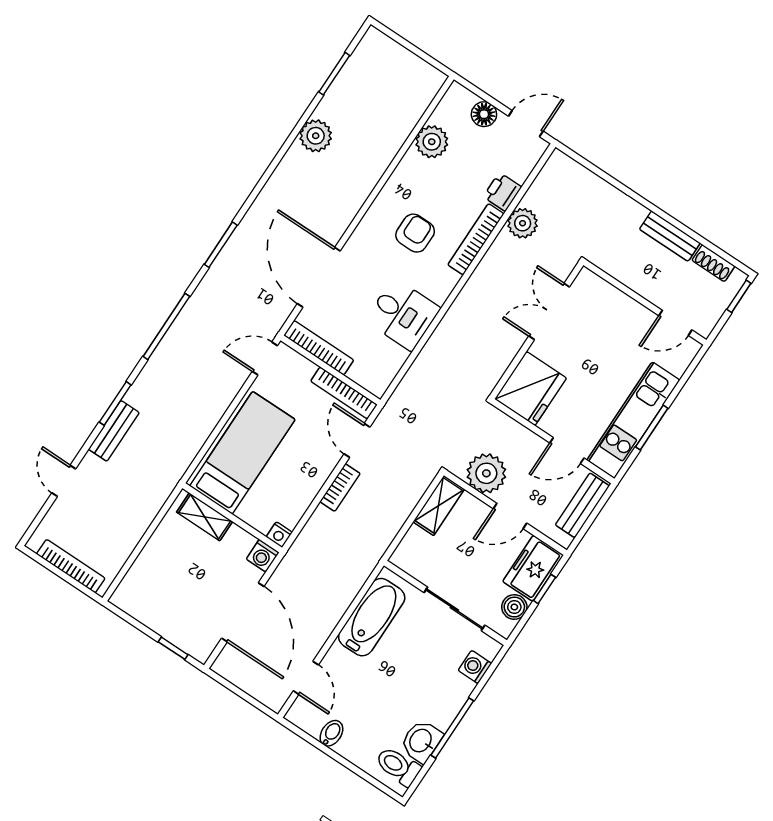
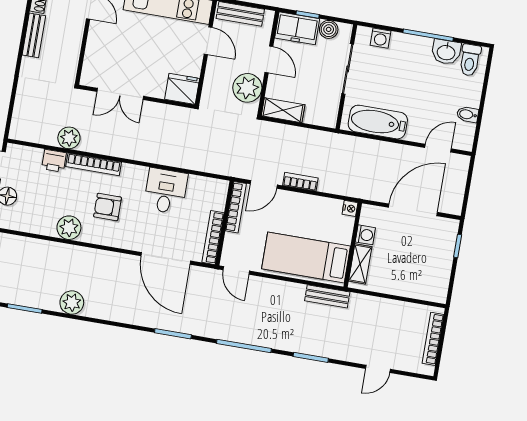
plant: (432, 142) -> (69, 228), moved
door: (319, 277) -> (166, 258), hinge flipped
fridge: (531, 389) -> (182, 89), width x0.73, depth x0.75
bench: (114, 431) -> (327, 296), moved
washing machine: (263, 556) -> (365, 235), moved

